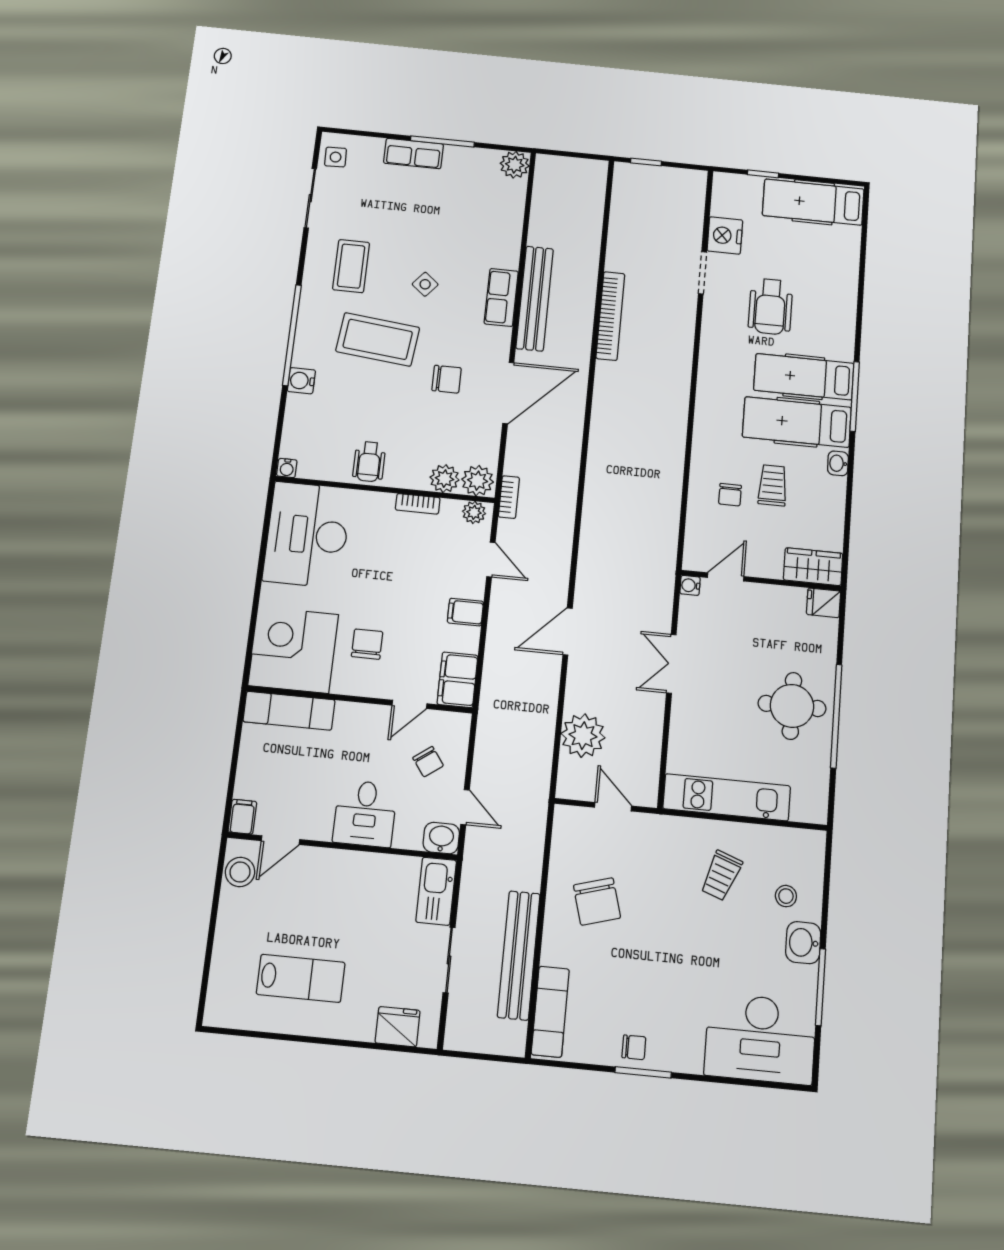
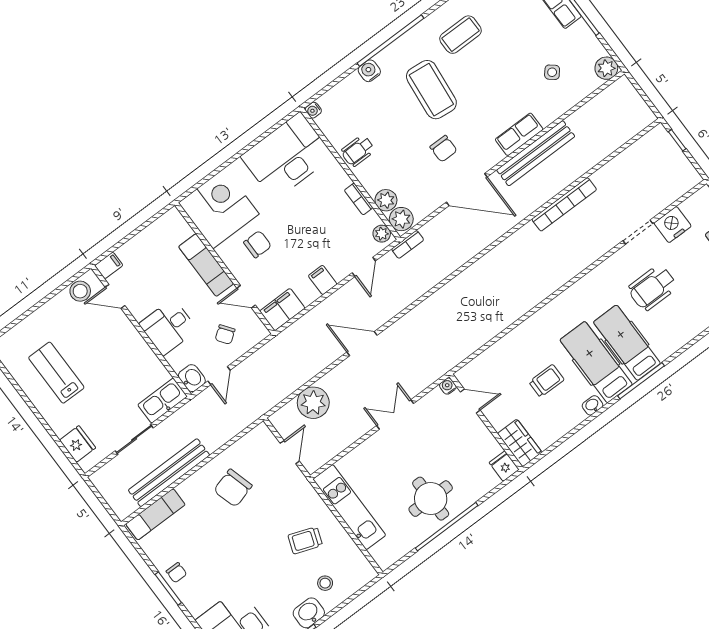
side table: (425, 284) -> (552, 72), moved
chair: (730, 495) -> (520, 362), removed
exam couch: (289, 711) -> (206, 265), moved
lab bench: (301, 978) -> (56, 373), turned 180

